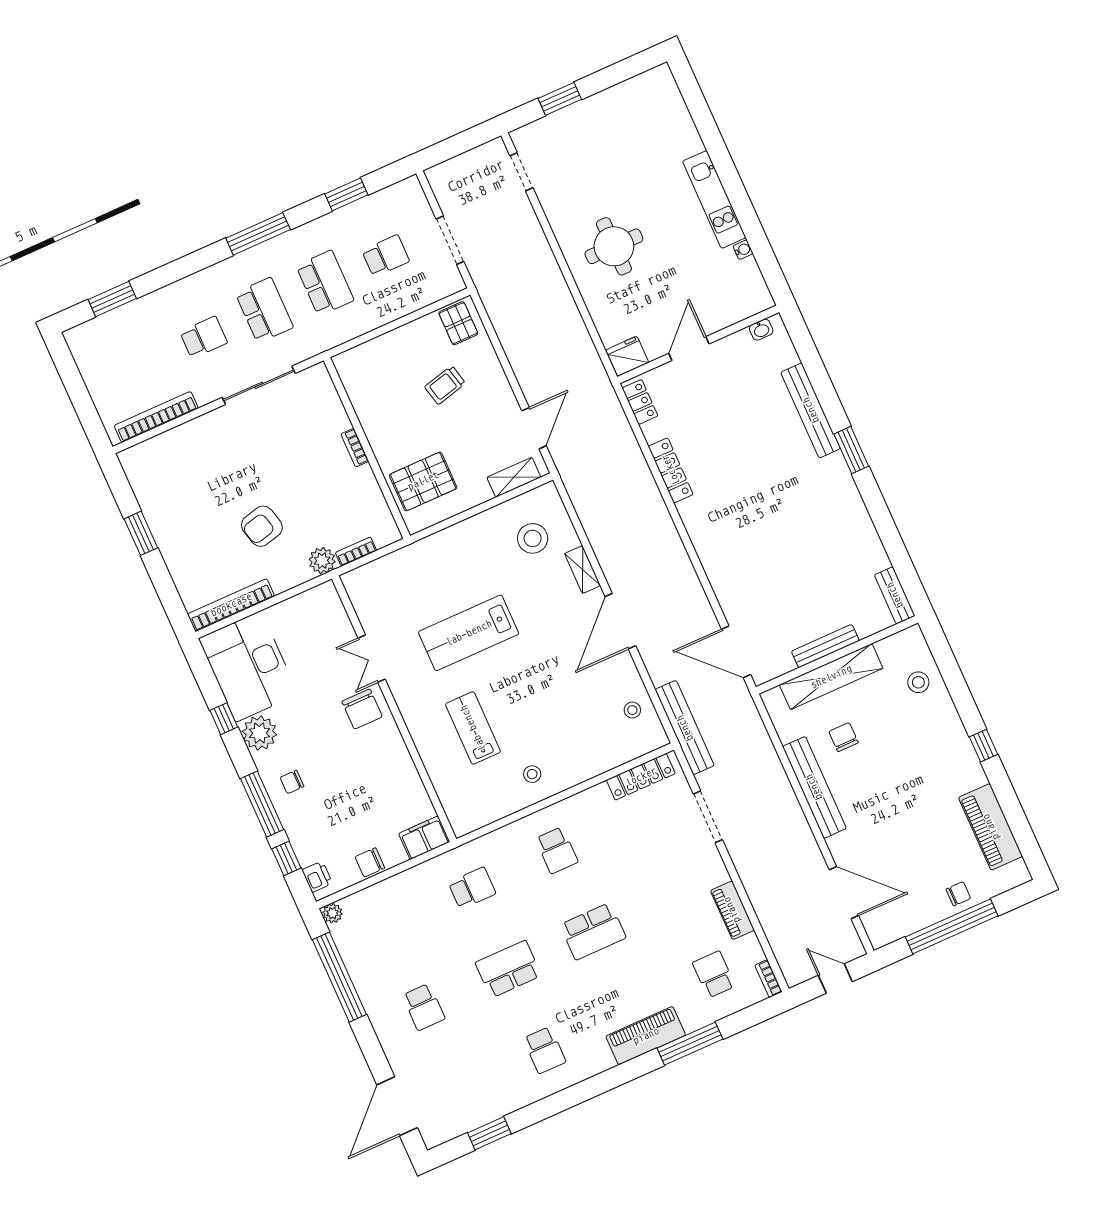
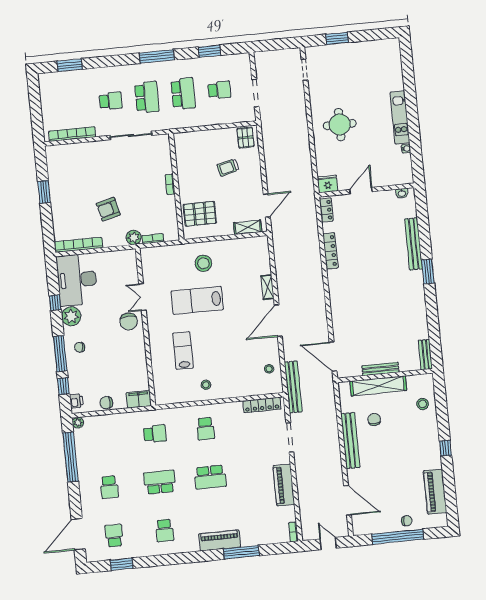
stool: (533, 538) -> (203, 263), moved
piano: (732, 910) -> (284, 485), width x1.37, depth x1.33
school desk: (714, 974) -> (114, 536), moved

